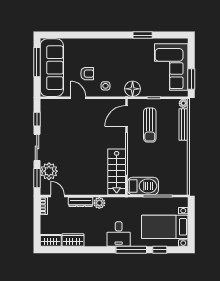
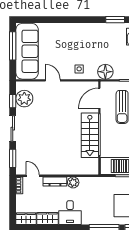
armchair: (87, 74) -> (61, 57), removed
plant: (49, 171) -> (24, 99), moved
stairs: (117, 172) -> (90, 135), moved
desk: (119, 234) -> (70, 213), moved

